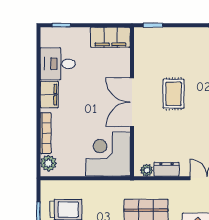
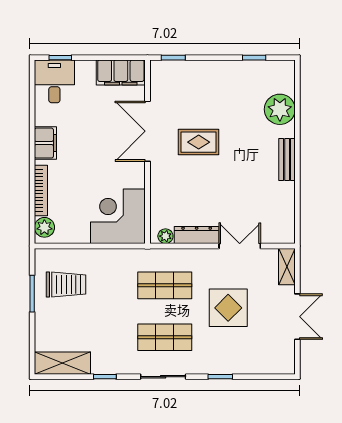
desk: (58, 64) -> (54, 81), moved, turned 90
rug: (174, 94) -> (199, 142), turned 90
double door: (132, 102) -> (147, 131), moved
dresser: (167, 169) -> (197, 235), width x1.44

